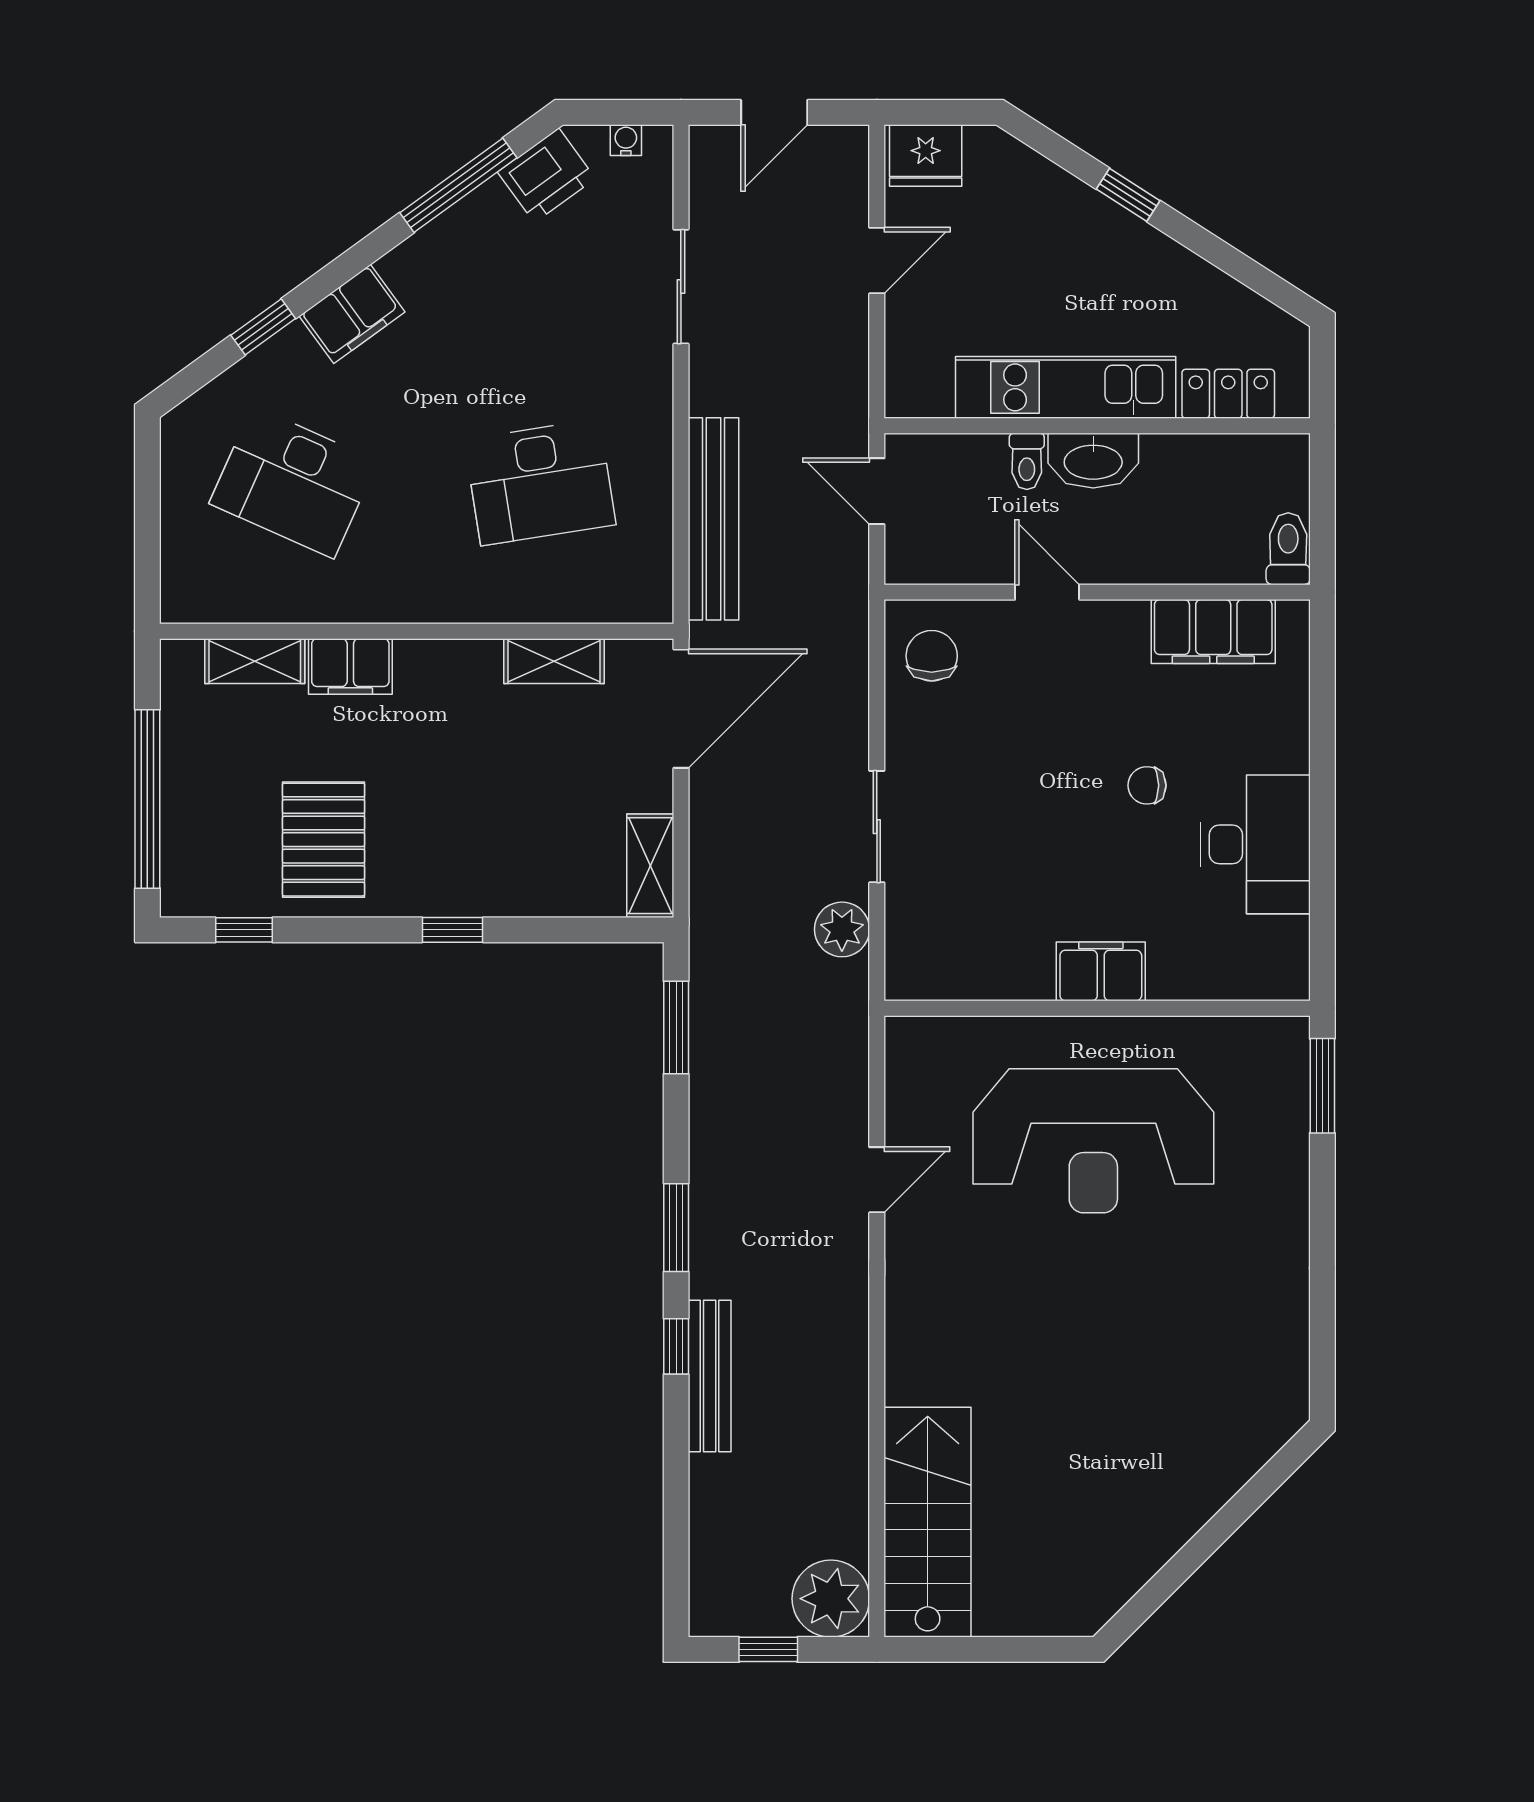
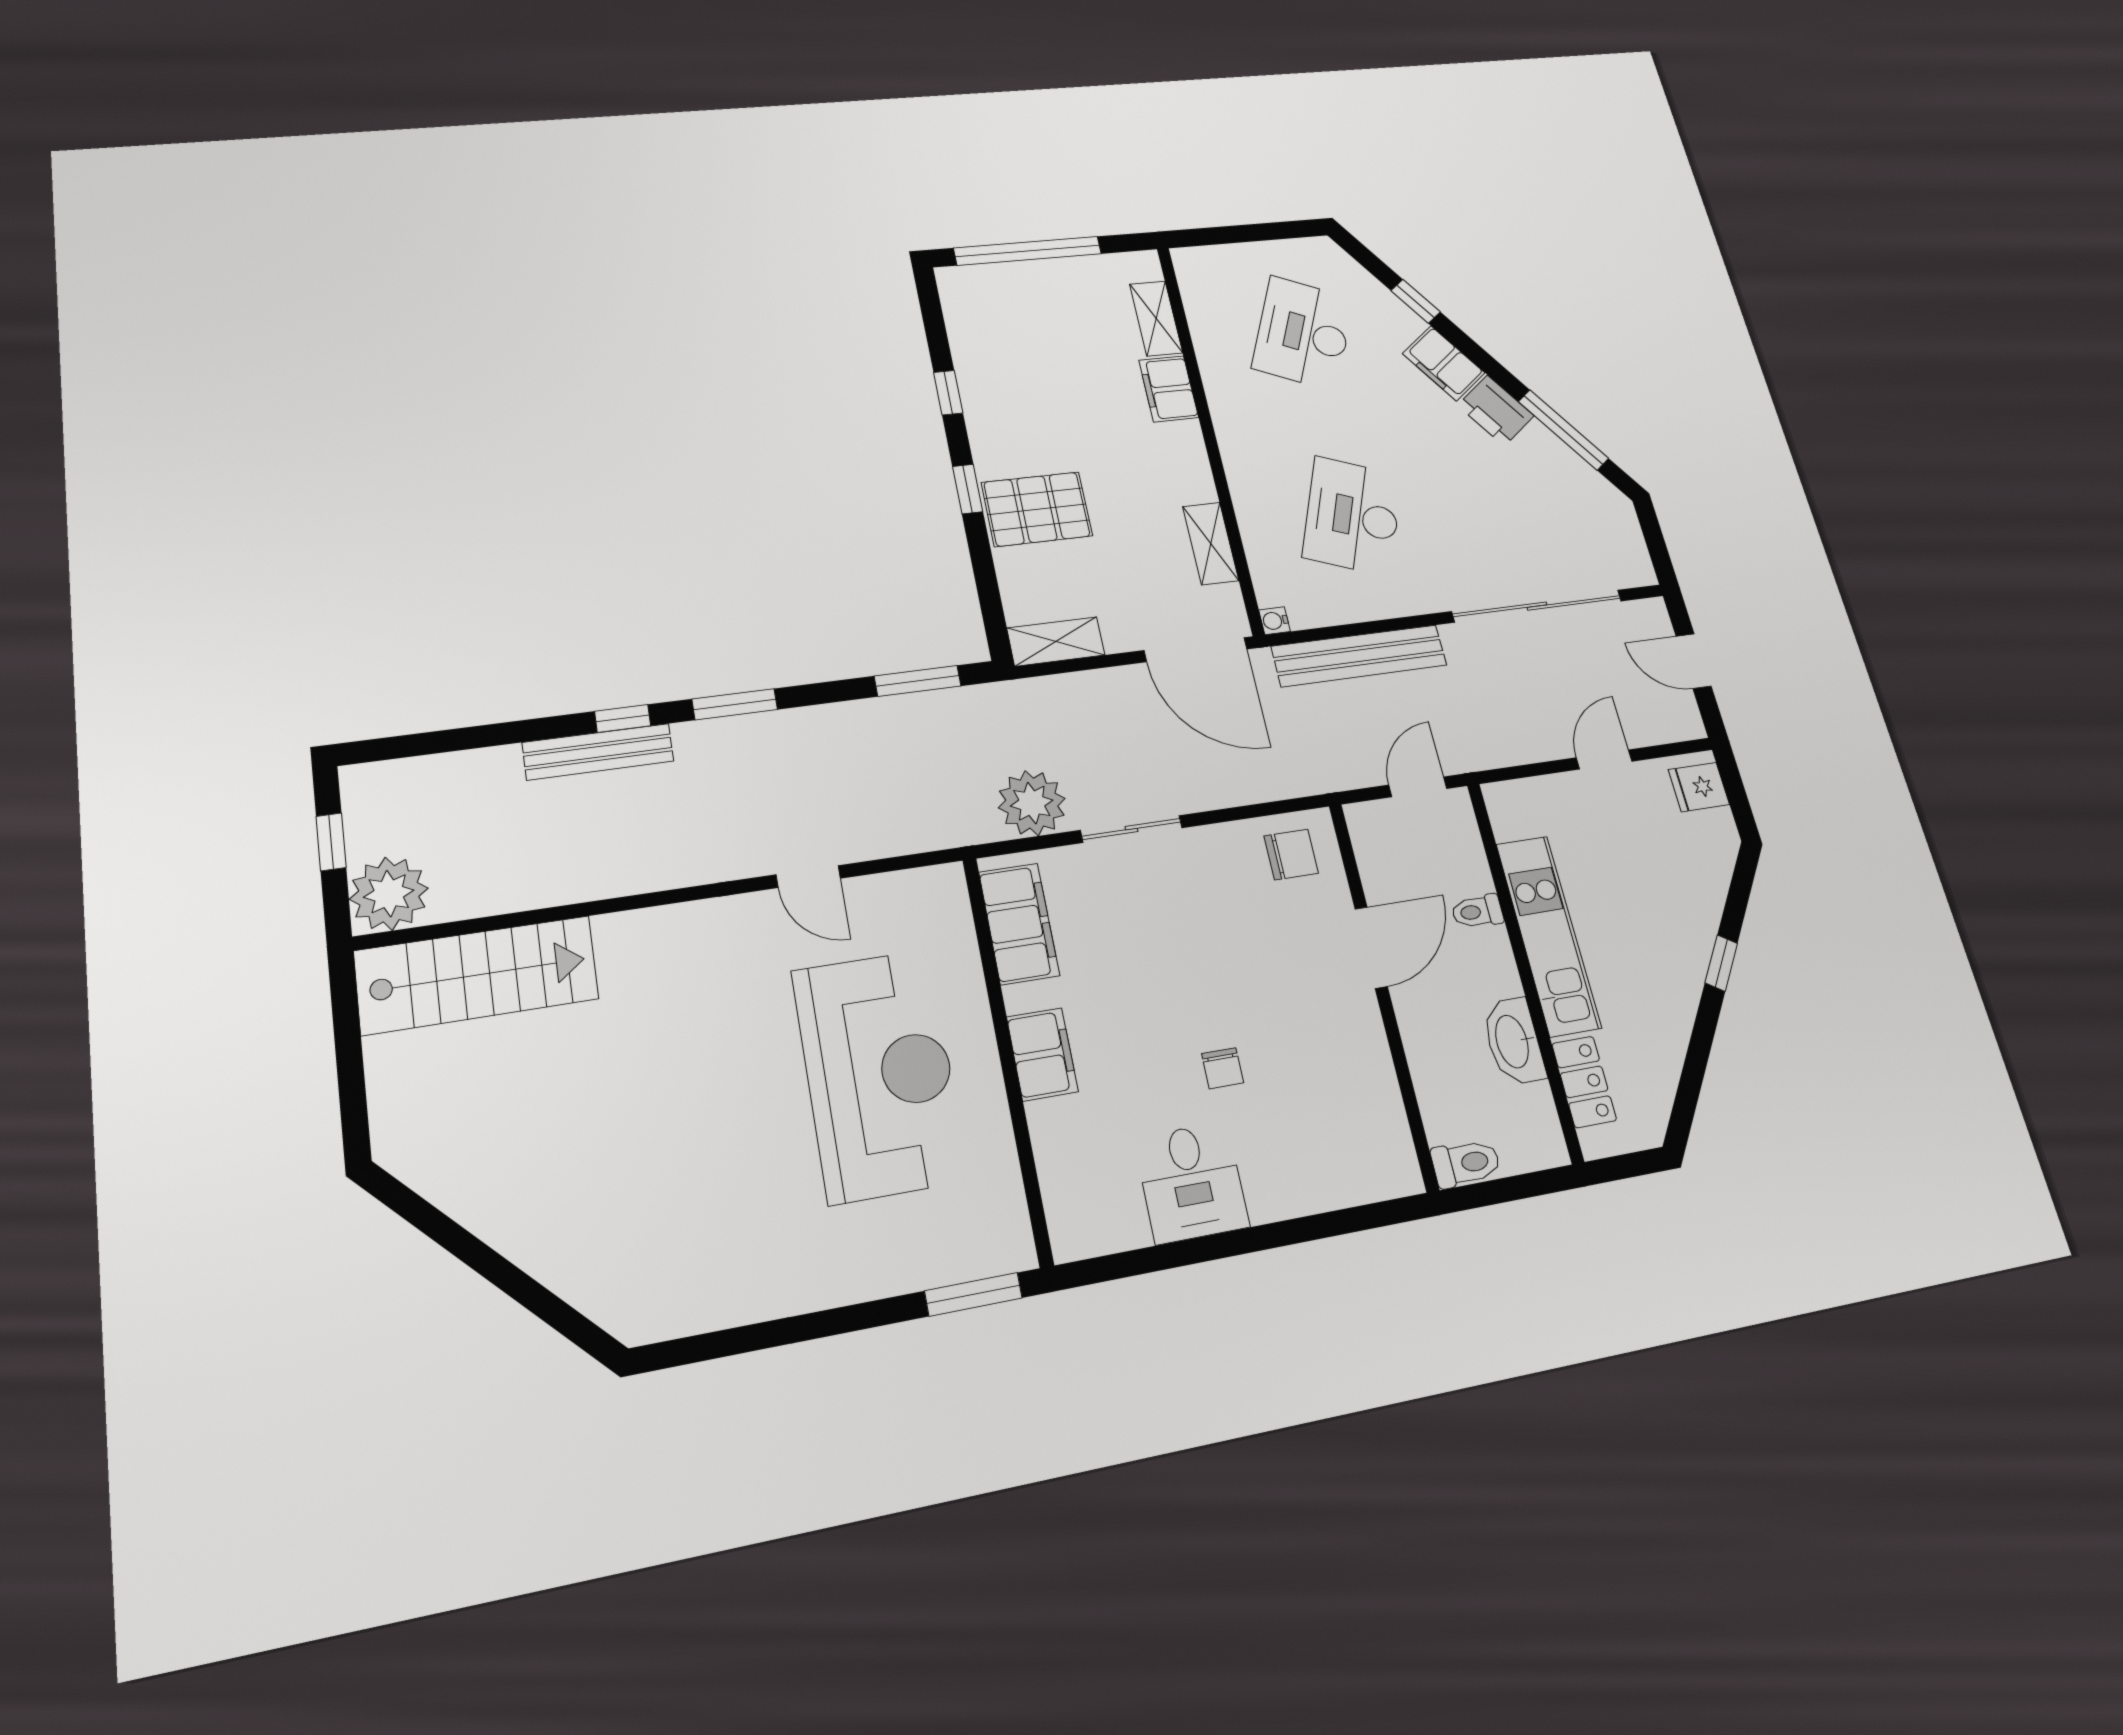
water cooler: (626, 140) -> (1275, 621), moved, turned 180
fridge: (926, 156) -> (1699, 787), width x0.72
printer: (546, 175) -> (1496, 411), moved
door: (877, 261) -> (1604, 759), swing flipped
sliding door: (681, 287) -> (1537, 606), width x1.86
washbasin: (1093, 461) -> (1513, 1041), moved
desk: (540, 482) -> (1352, 516), turned 30
door: (1047, 592) -> (1371, 948), width x1.38
filing cabinet: (1213, 632) -> (1019, 924), moved, turned 180
chair: (1147, 785) -> (1223, 1068), turned 180
pallet: (324, 840) -> (1037, 509), moved
desk: (1255, 844) -> (1191, 1182), width x0.73
plant: (842, 929) -> (1032, 803), width x1.36, depth x1.36
window: (244, 930) -> (948, 393), moved
reception desk: (1093, 1141) -> (880, 1075), turned 180

